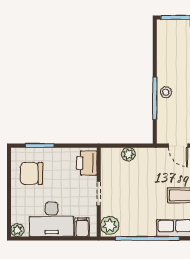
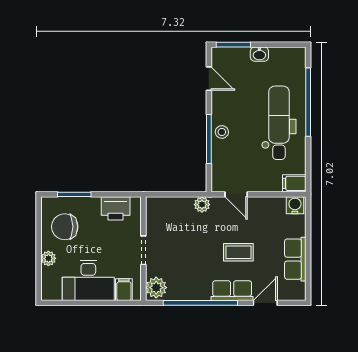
door: (155, 47) -> (209, 79), added
plant: (128, 154) -> (202, 205), moved
printer: (87, 163) -> (116, 208), moved, turned -90
plant: (17, 230) -> (48, 258), moved

